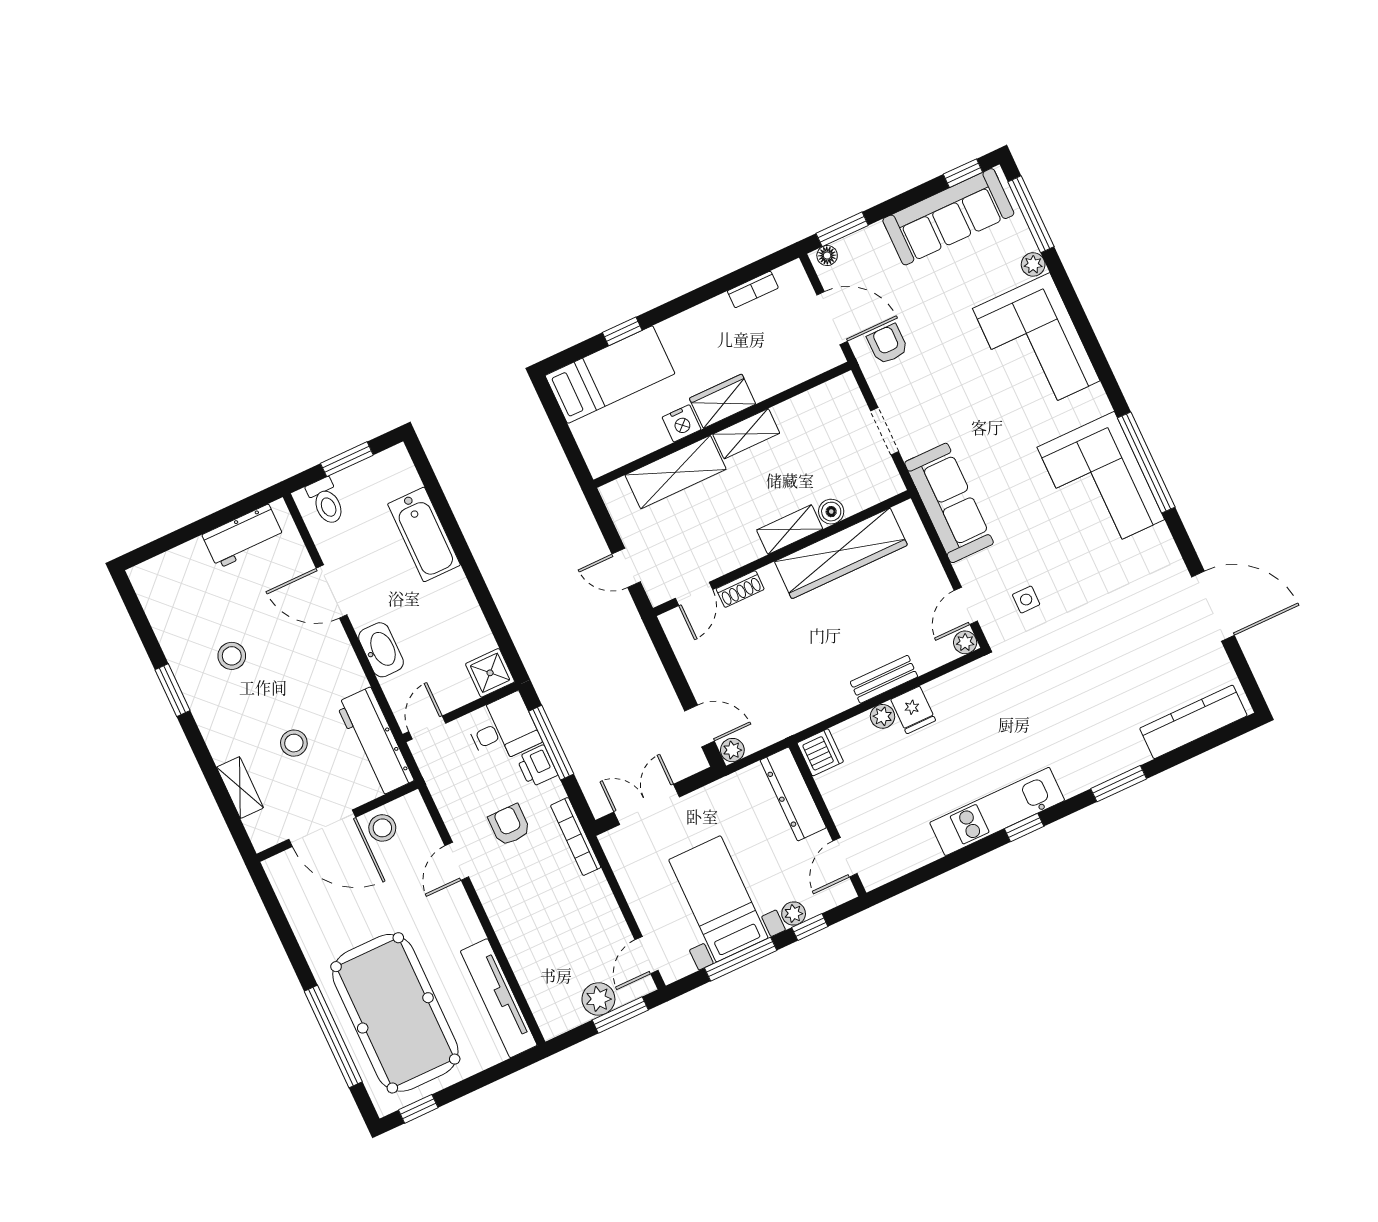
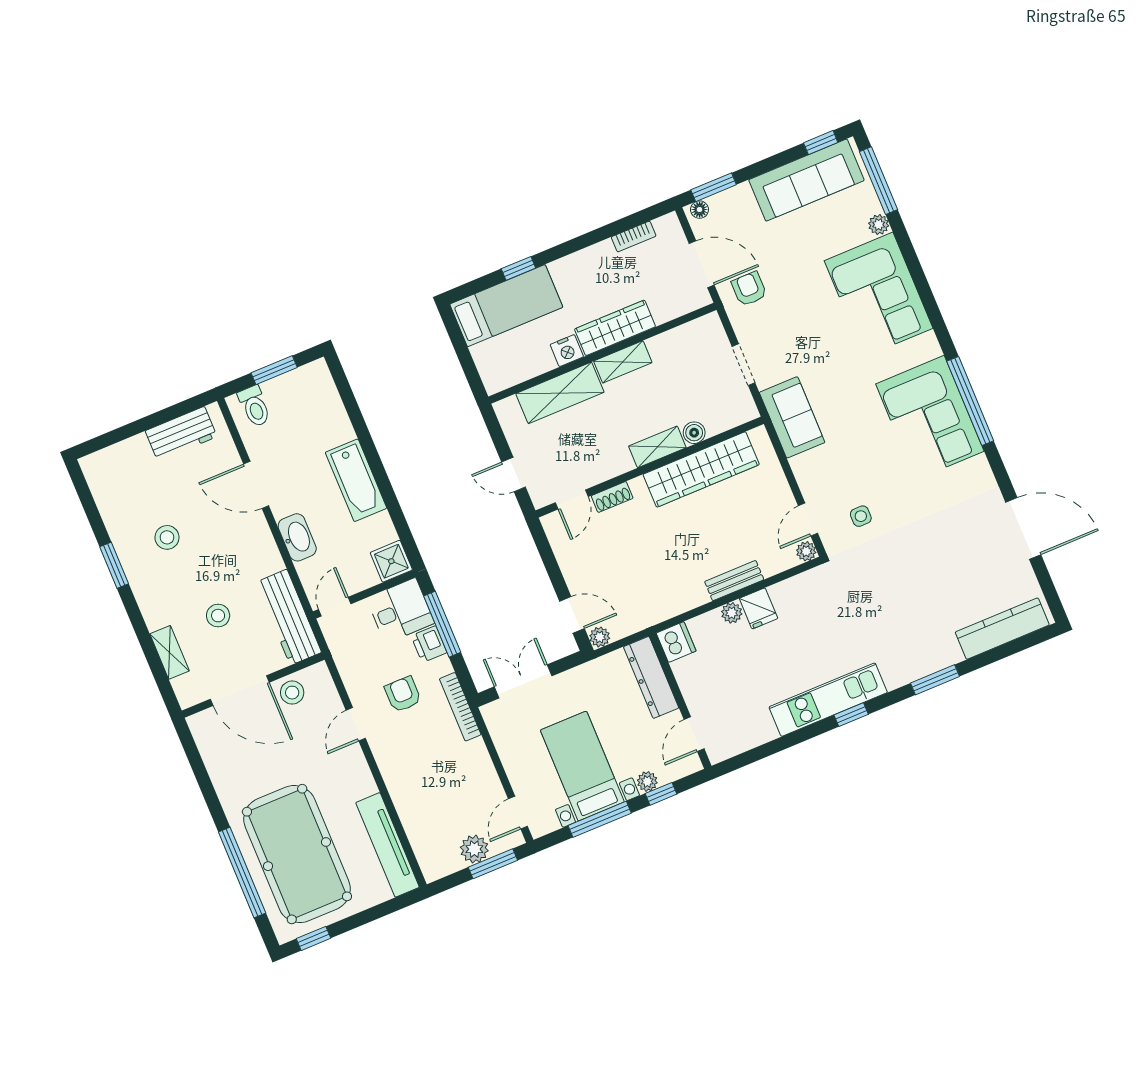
wardrobe: (723, 401) -> (615, 328), width x1.50
sofa: (949, 503) -> (792, 417), width x0.73
bathtub: (424, 534) -> (356, 480), moved

